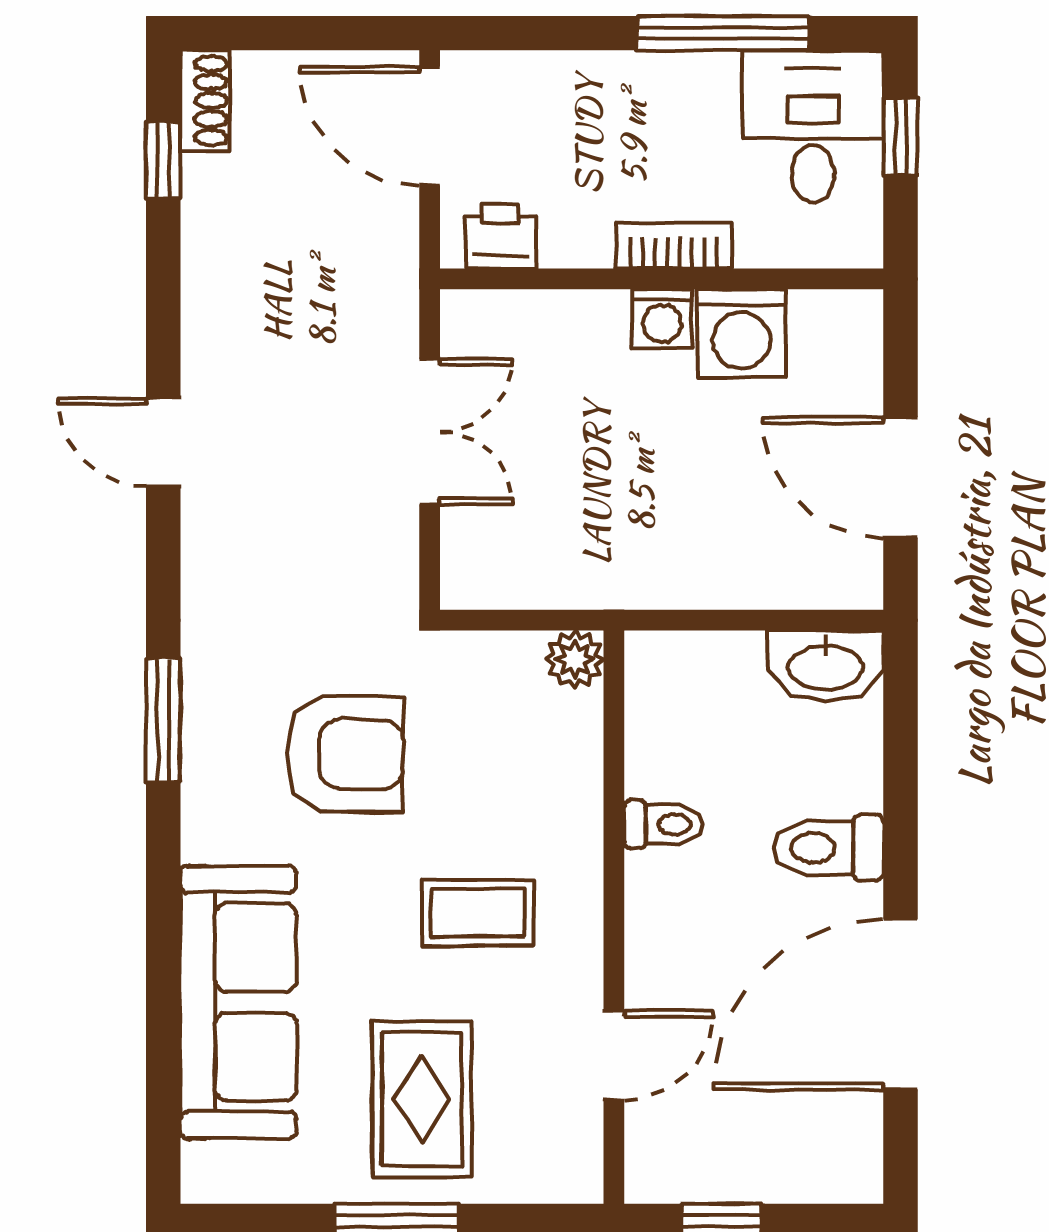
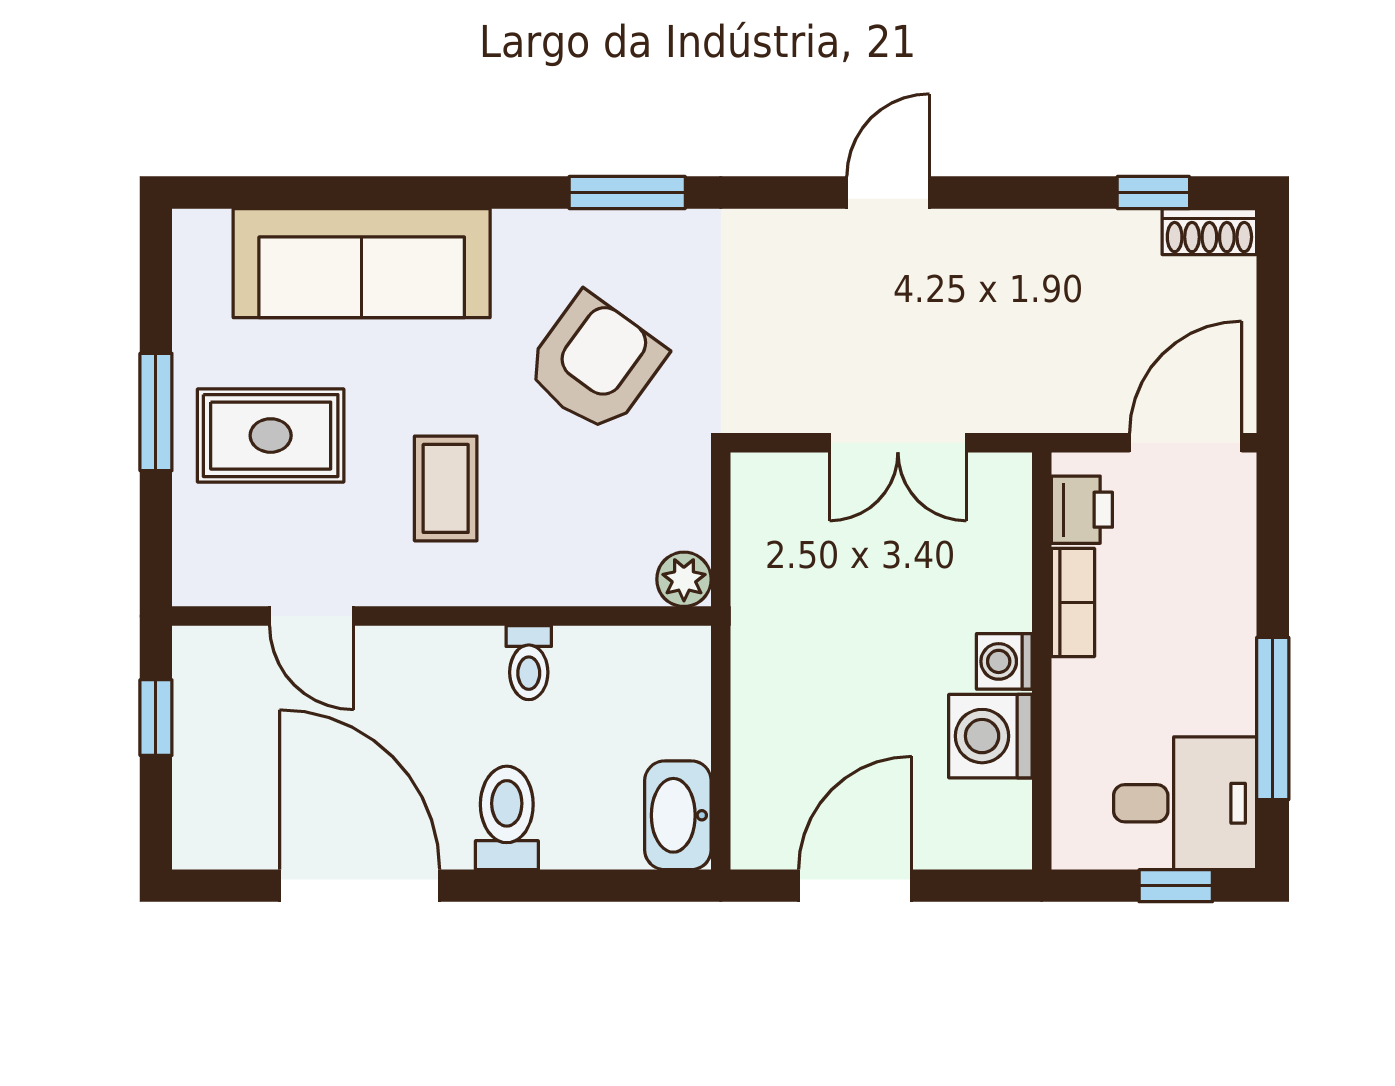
bookcase: (674, 246) -> (1073, 603), moved
armchair: (345, 754) -> (595, 363), turned -145

